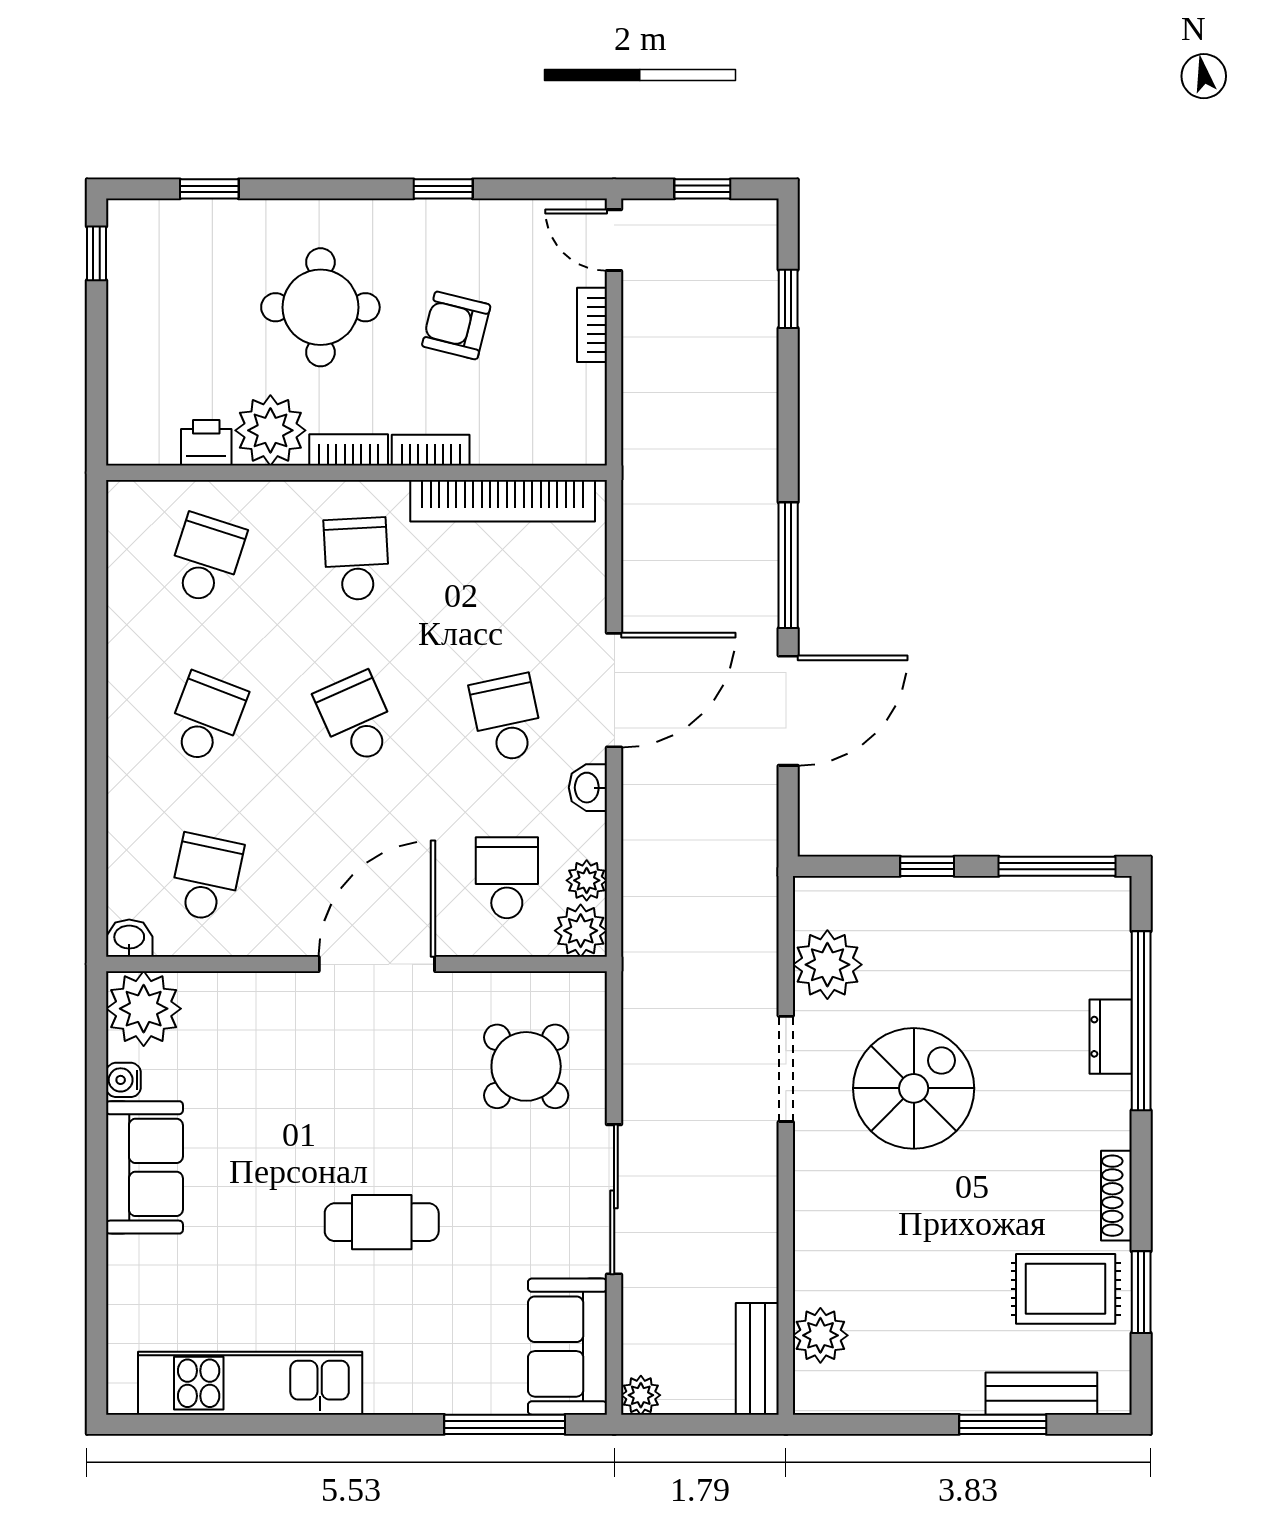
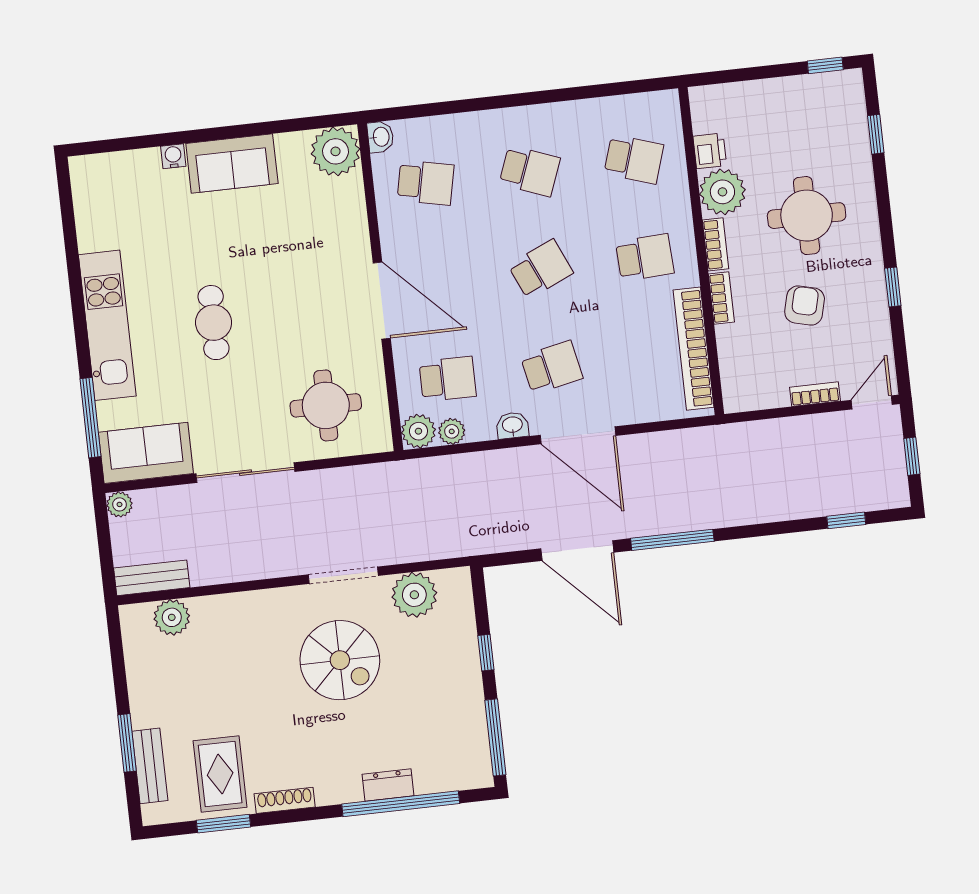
round table: (526, 1066) -> (326, 405), turned 45
water cooler: (123, 1080) -> (173, 156), moved
kitchen unit: (250, 1383) -> (107, 325), moved

